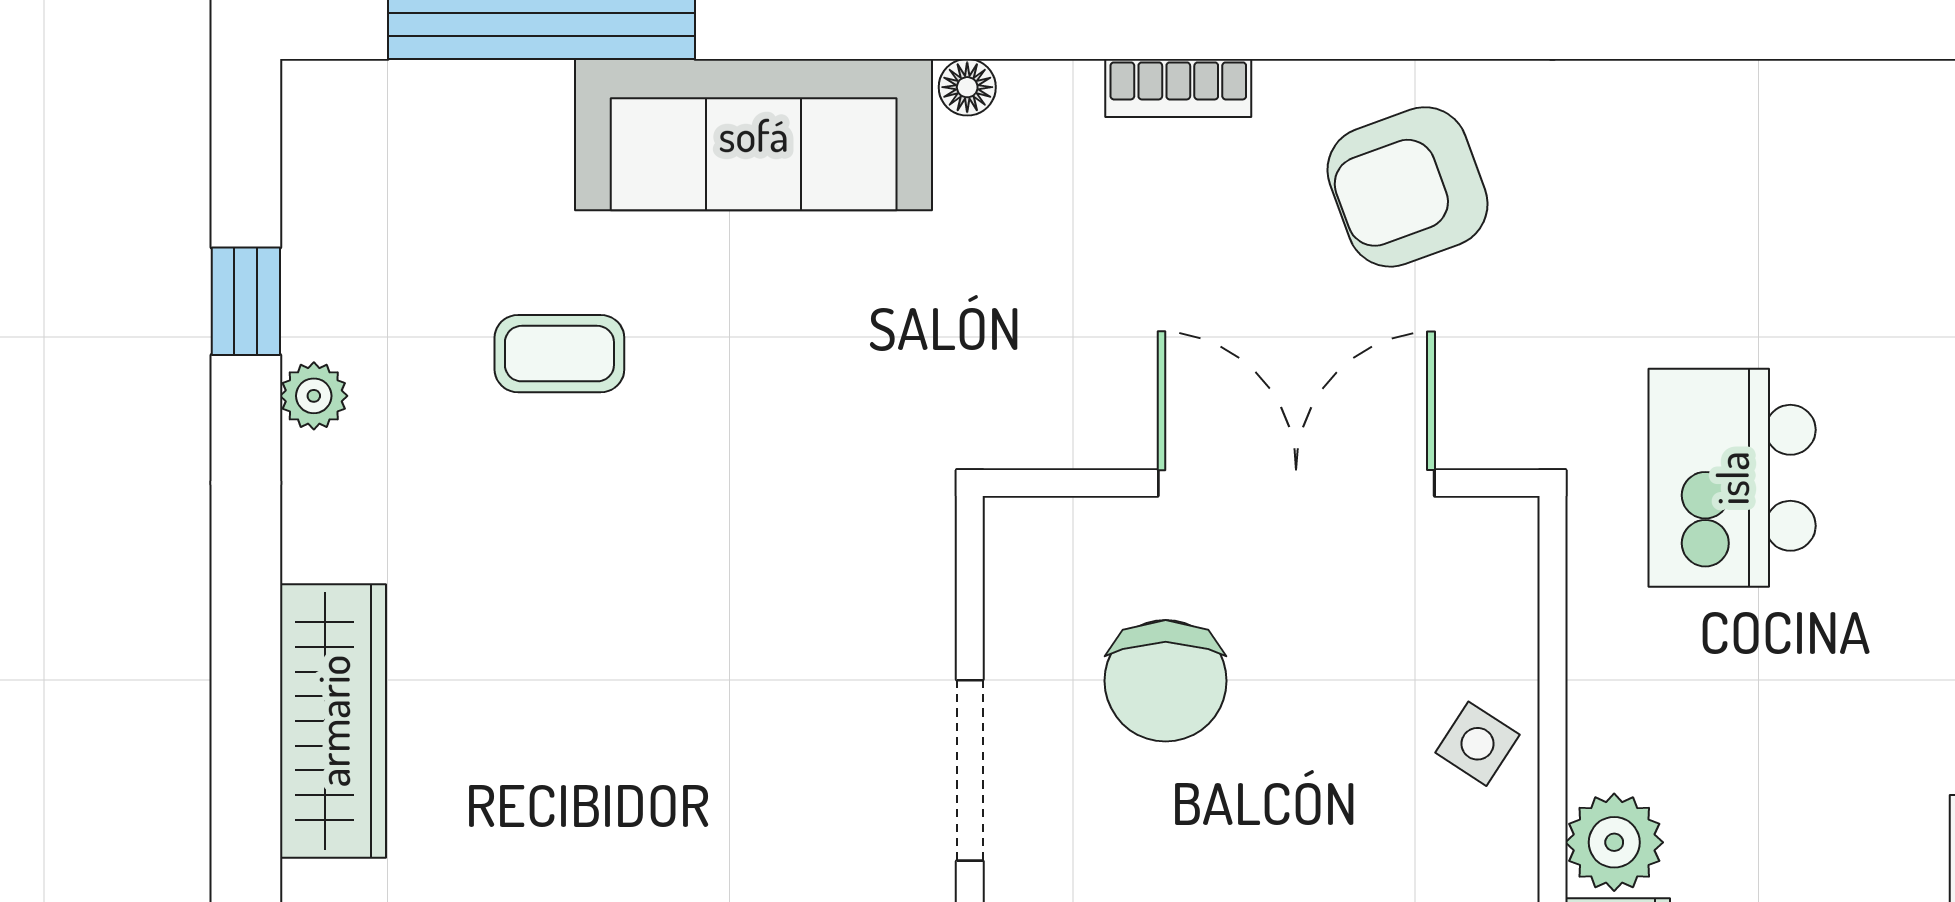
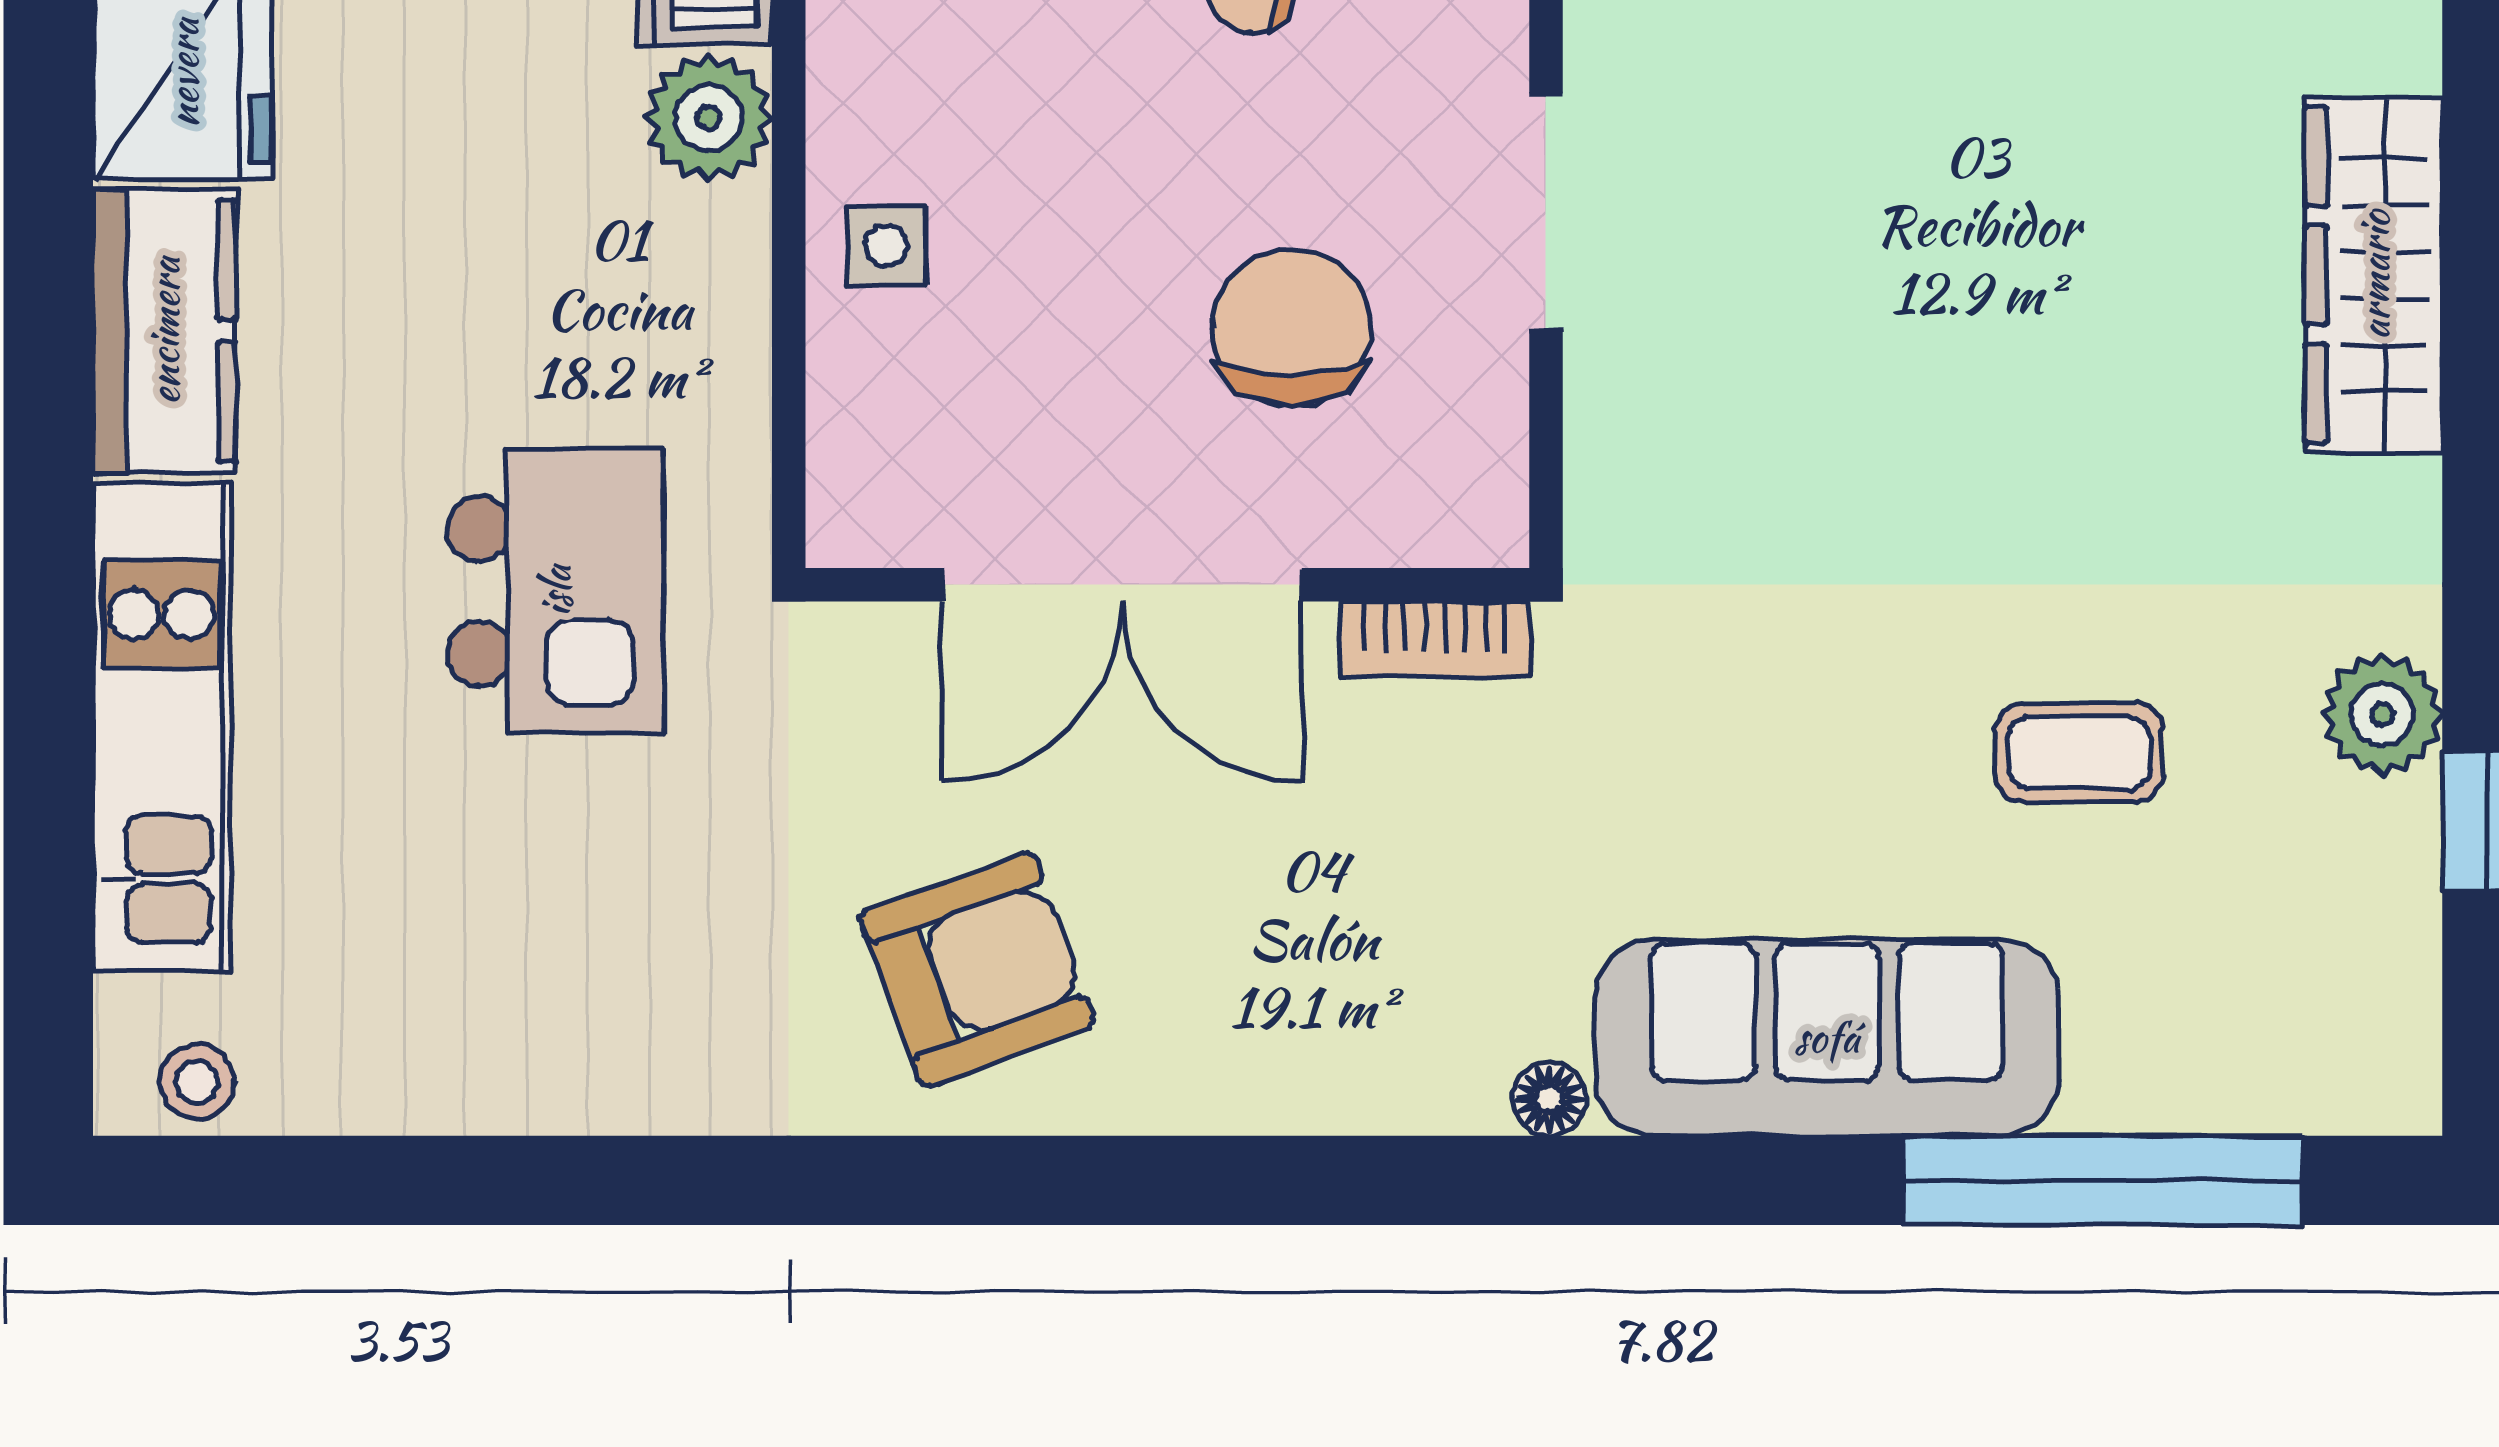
bookcase: (1178, 88) -> (1435, 639), moved, turned 180
plant: (314, 396) -> (2382, 714), width x1.38, depth x1.38
side table: (1477, 744) -> (886, 246), turned -33

